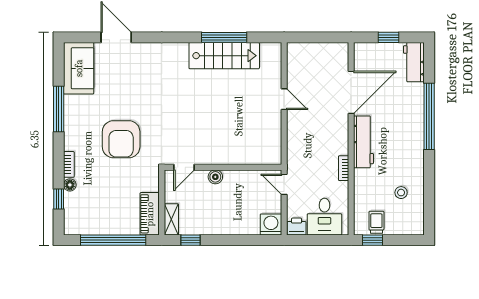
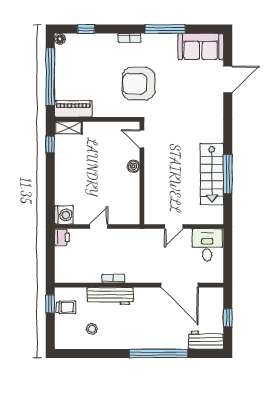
workbench: (363, 142) -> (110, 296), moved
bookcase: (69, 164) -> (129, 38), moved
door: (184, 167) -> (142, 139), moved
wall: (223, 167) -> (142, 173), moved
boiler: (215, 177) -> (134, 166), moved
floor lamp: (70, 185) -> (60, 39), moved
desk: (324, 217) -> (207, 245), moved, turned 90

